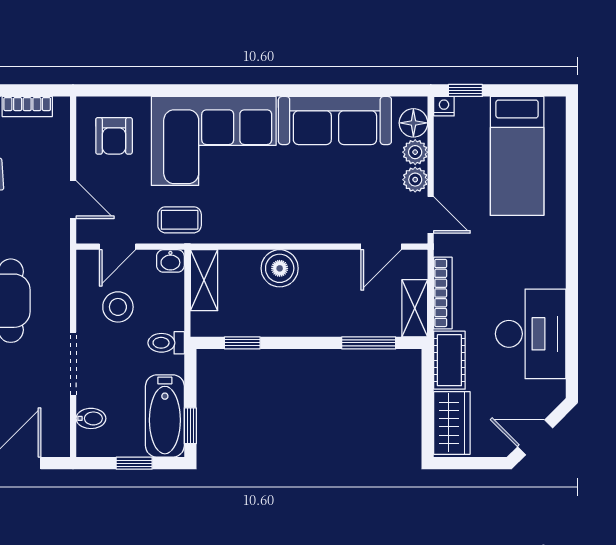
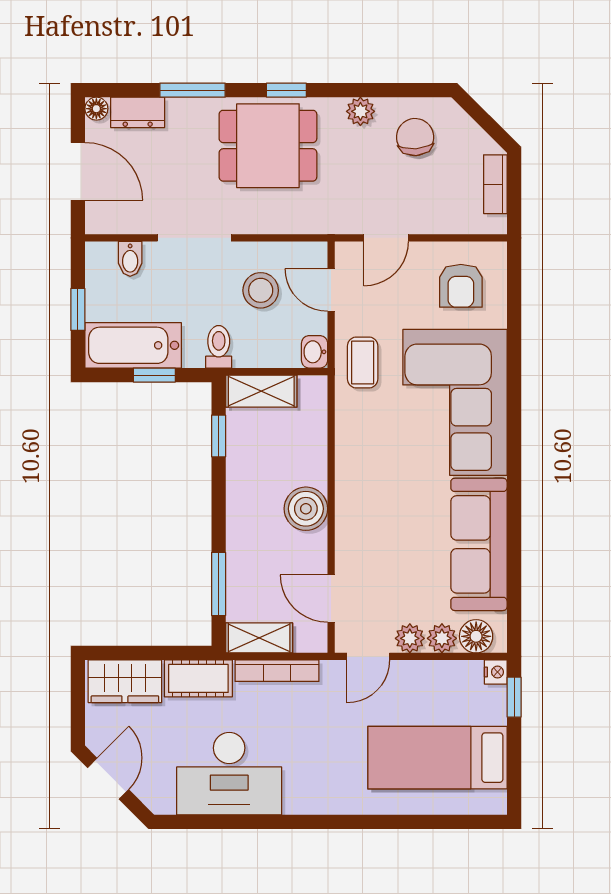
armchair: (114, 136) -> (461, 286), turned -90
boiler: (280, 268) -> (306, 509), moved
shelving: (204, 280) -> (261, 391), moved
window: (190, 426) -> (154, 375), moved

